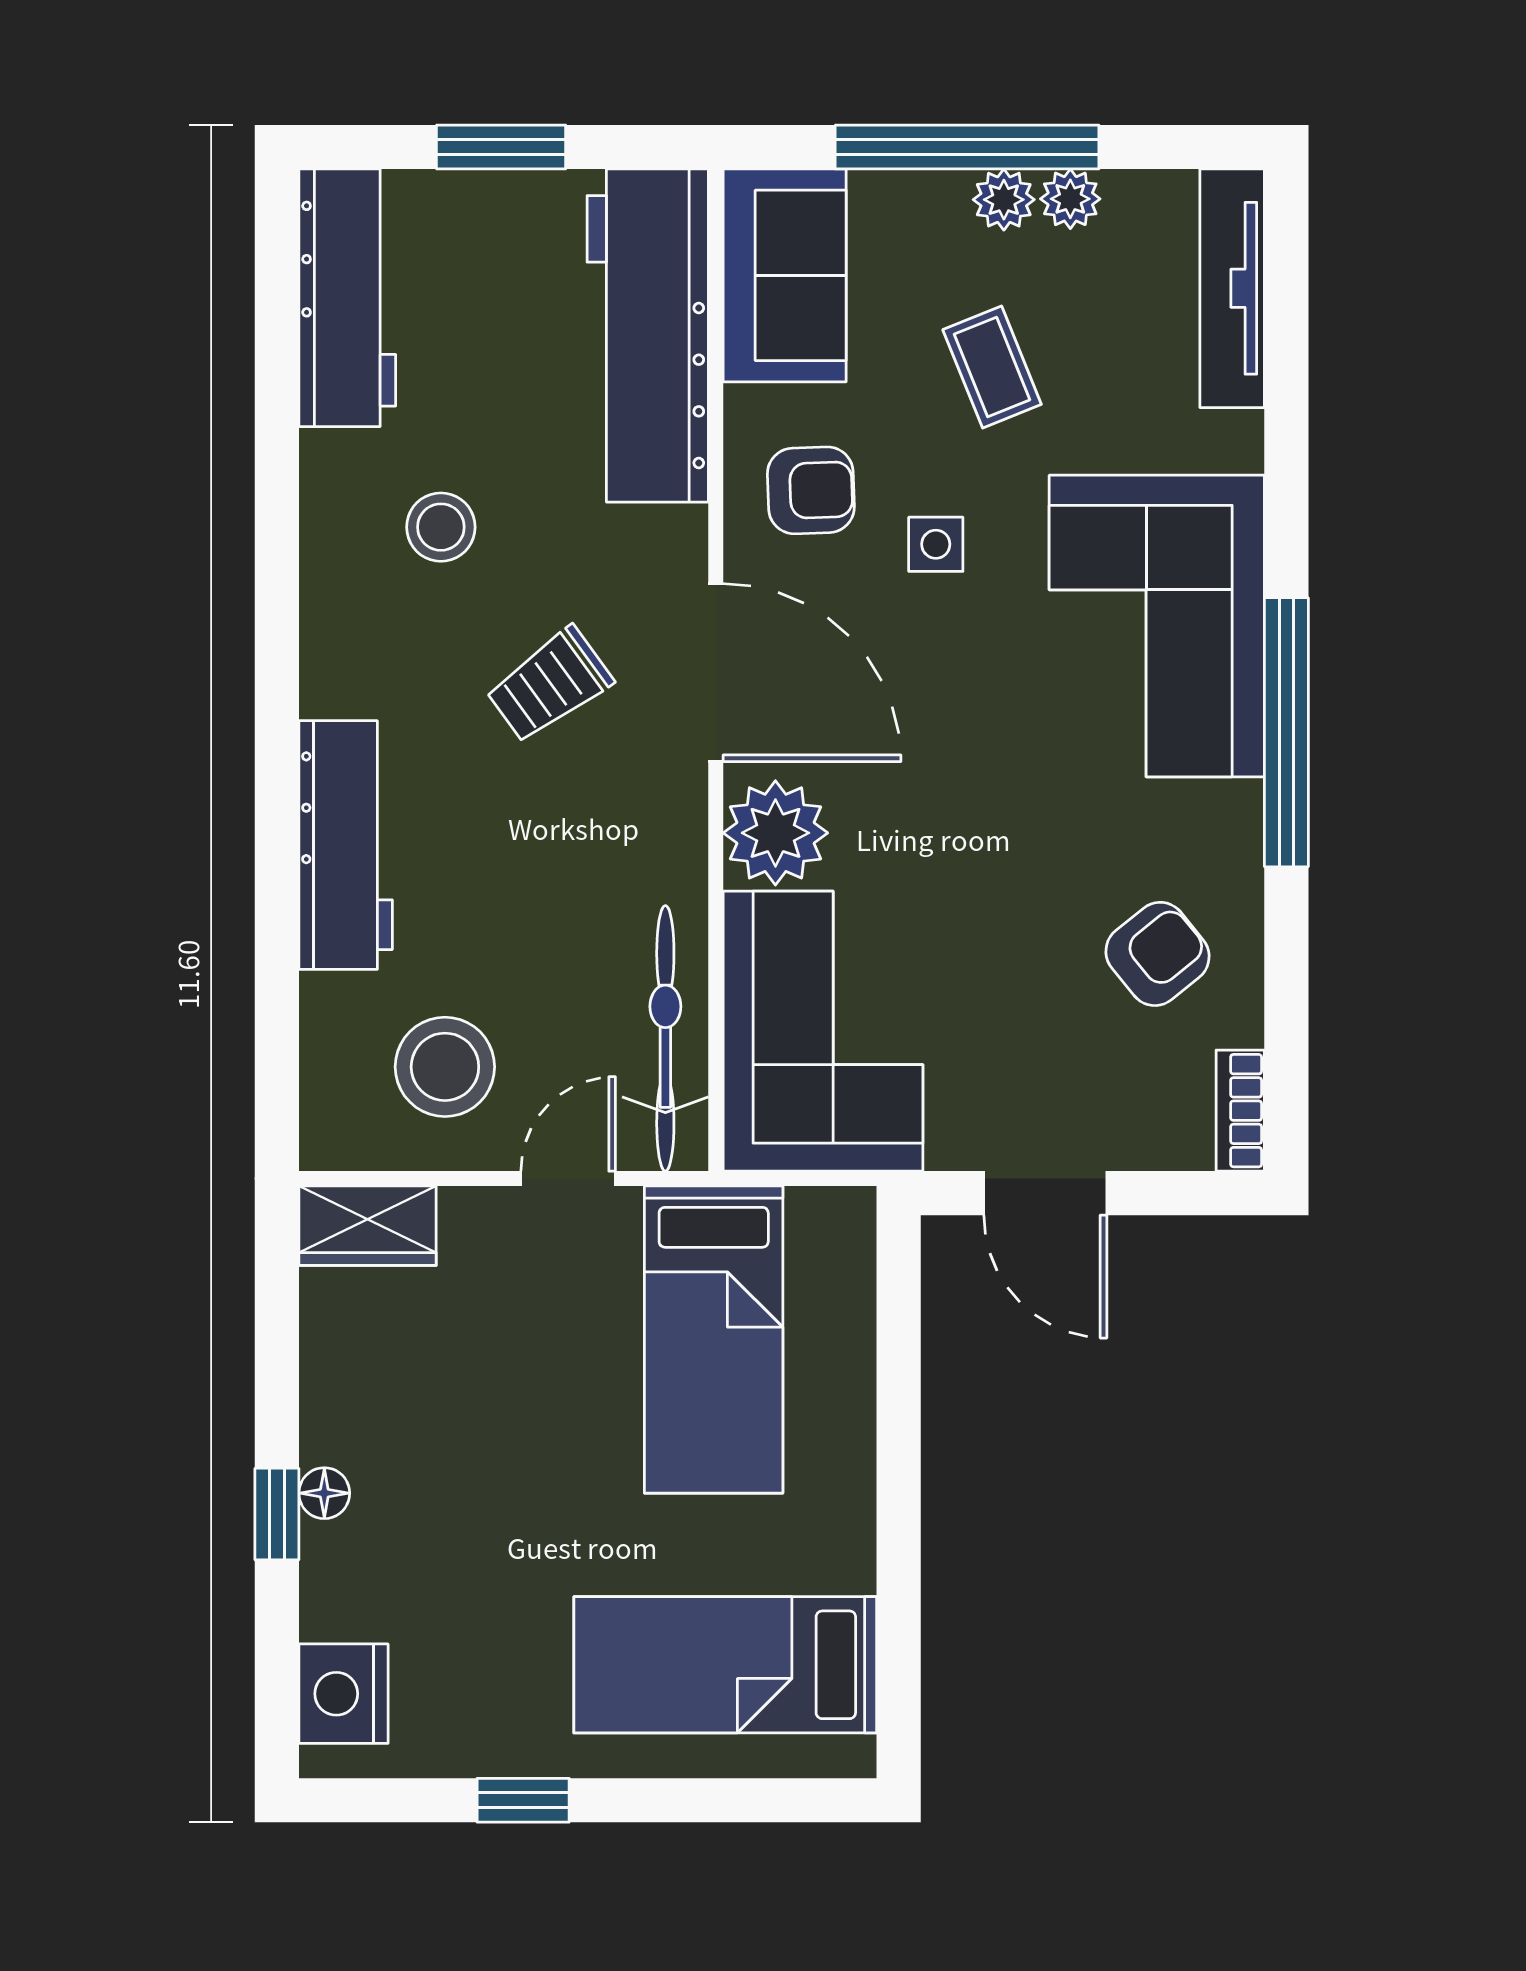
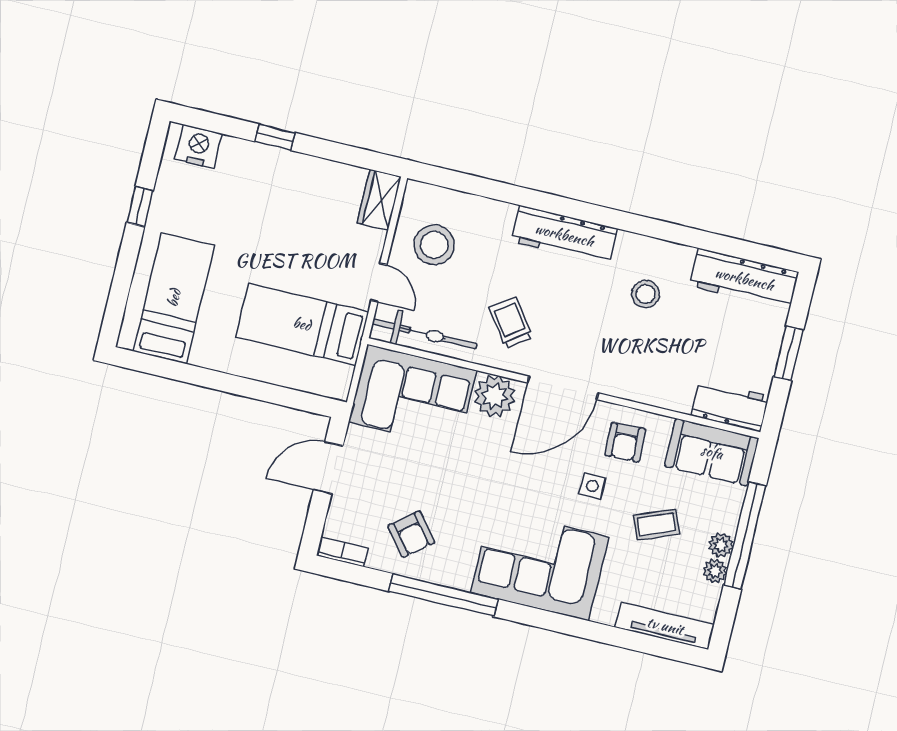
workbench: (648, 336) -> (730, 406), width x0.53, depth x0.76
trolley: (549, 685) -> (511, 323), moved
window: (1286, 732) -> (443, 595), moved
workbench: (346, 845) -> (564, 235), moved
floor lamp: (324, 1493) -> (279, 158), removed

